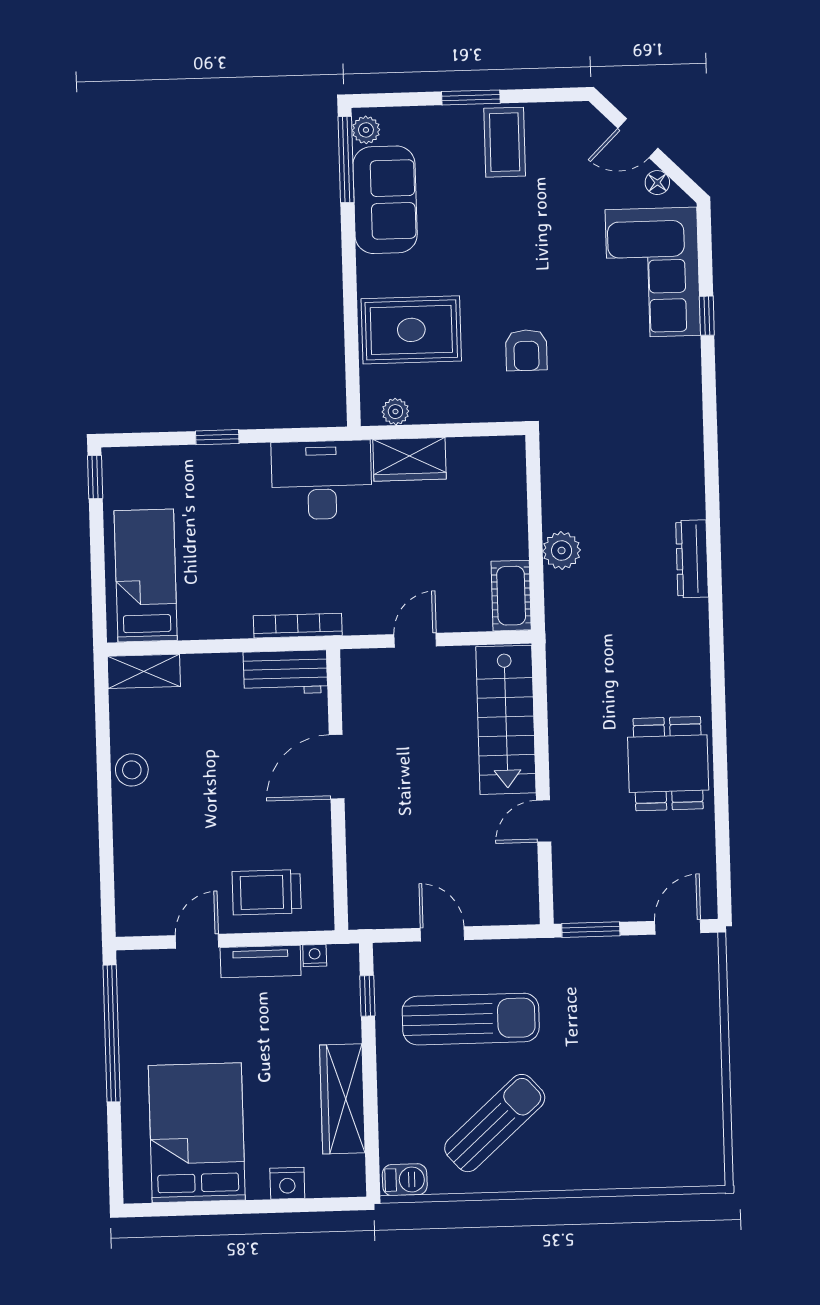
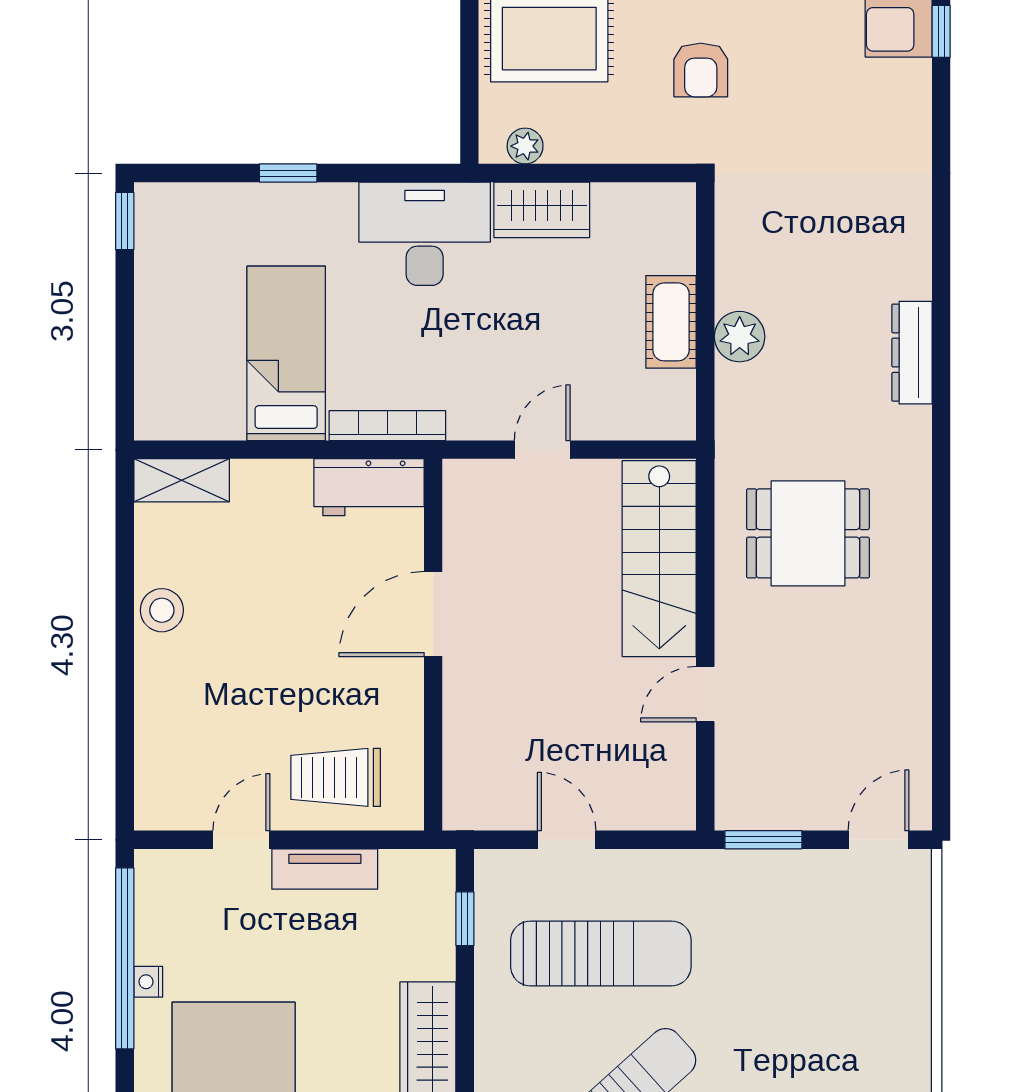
bed: (146, 576) -> (286, 353), moved
cot: (511, 596) -> (671, 322), moved
dining table: (668, 764) -> (808, 533), moved, turned 90
nightstand: (315, 956) -> (148, 982), moved, turned -90

